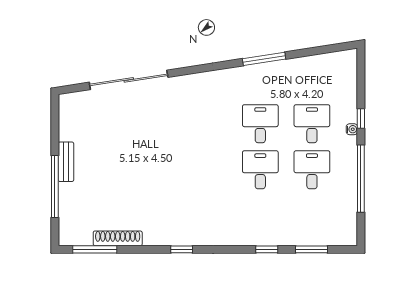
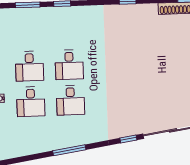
window: (187, 71) -> (128, 139), added

